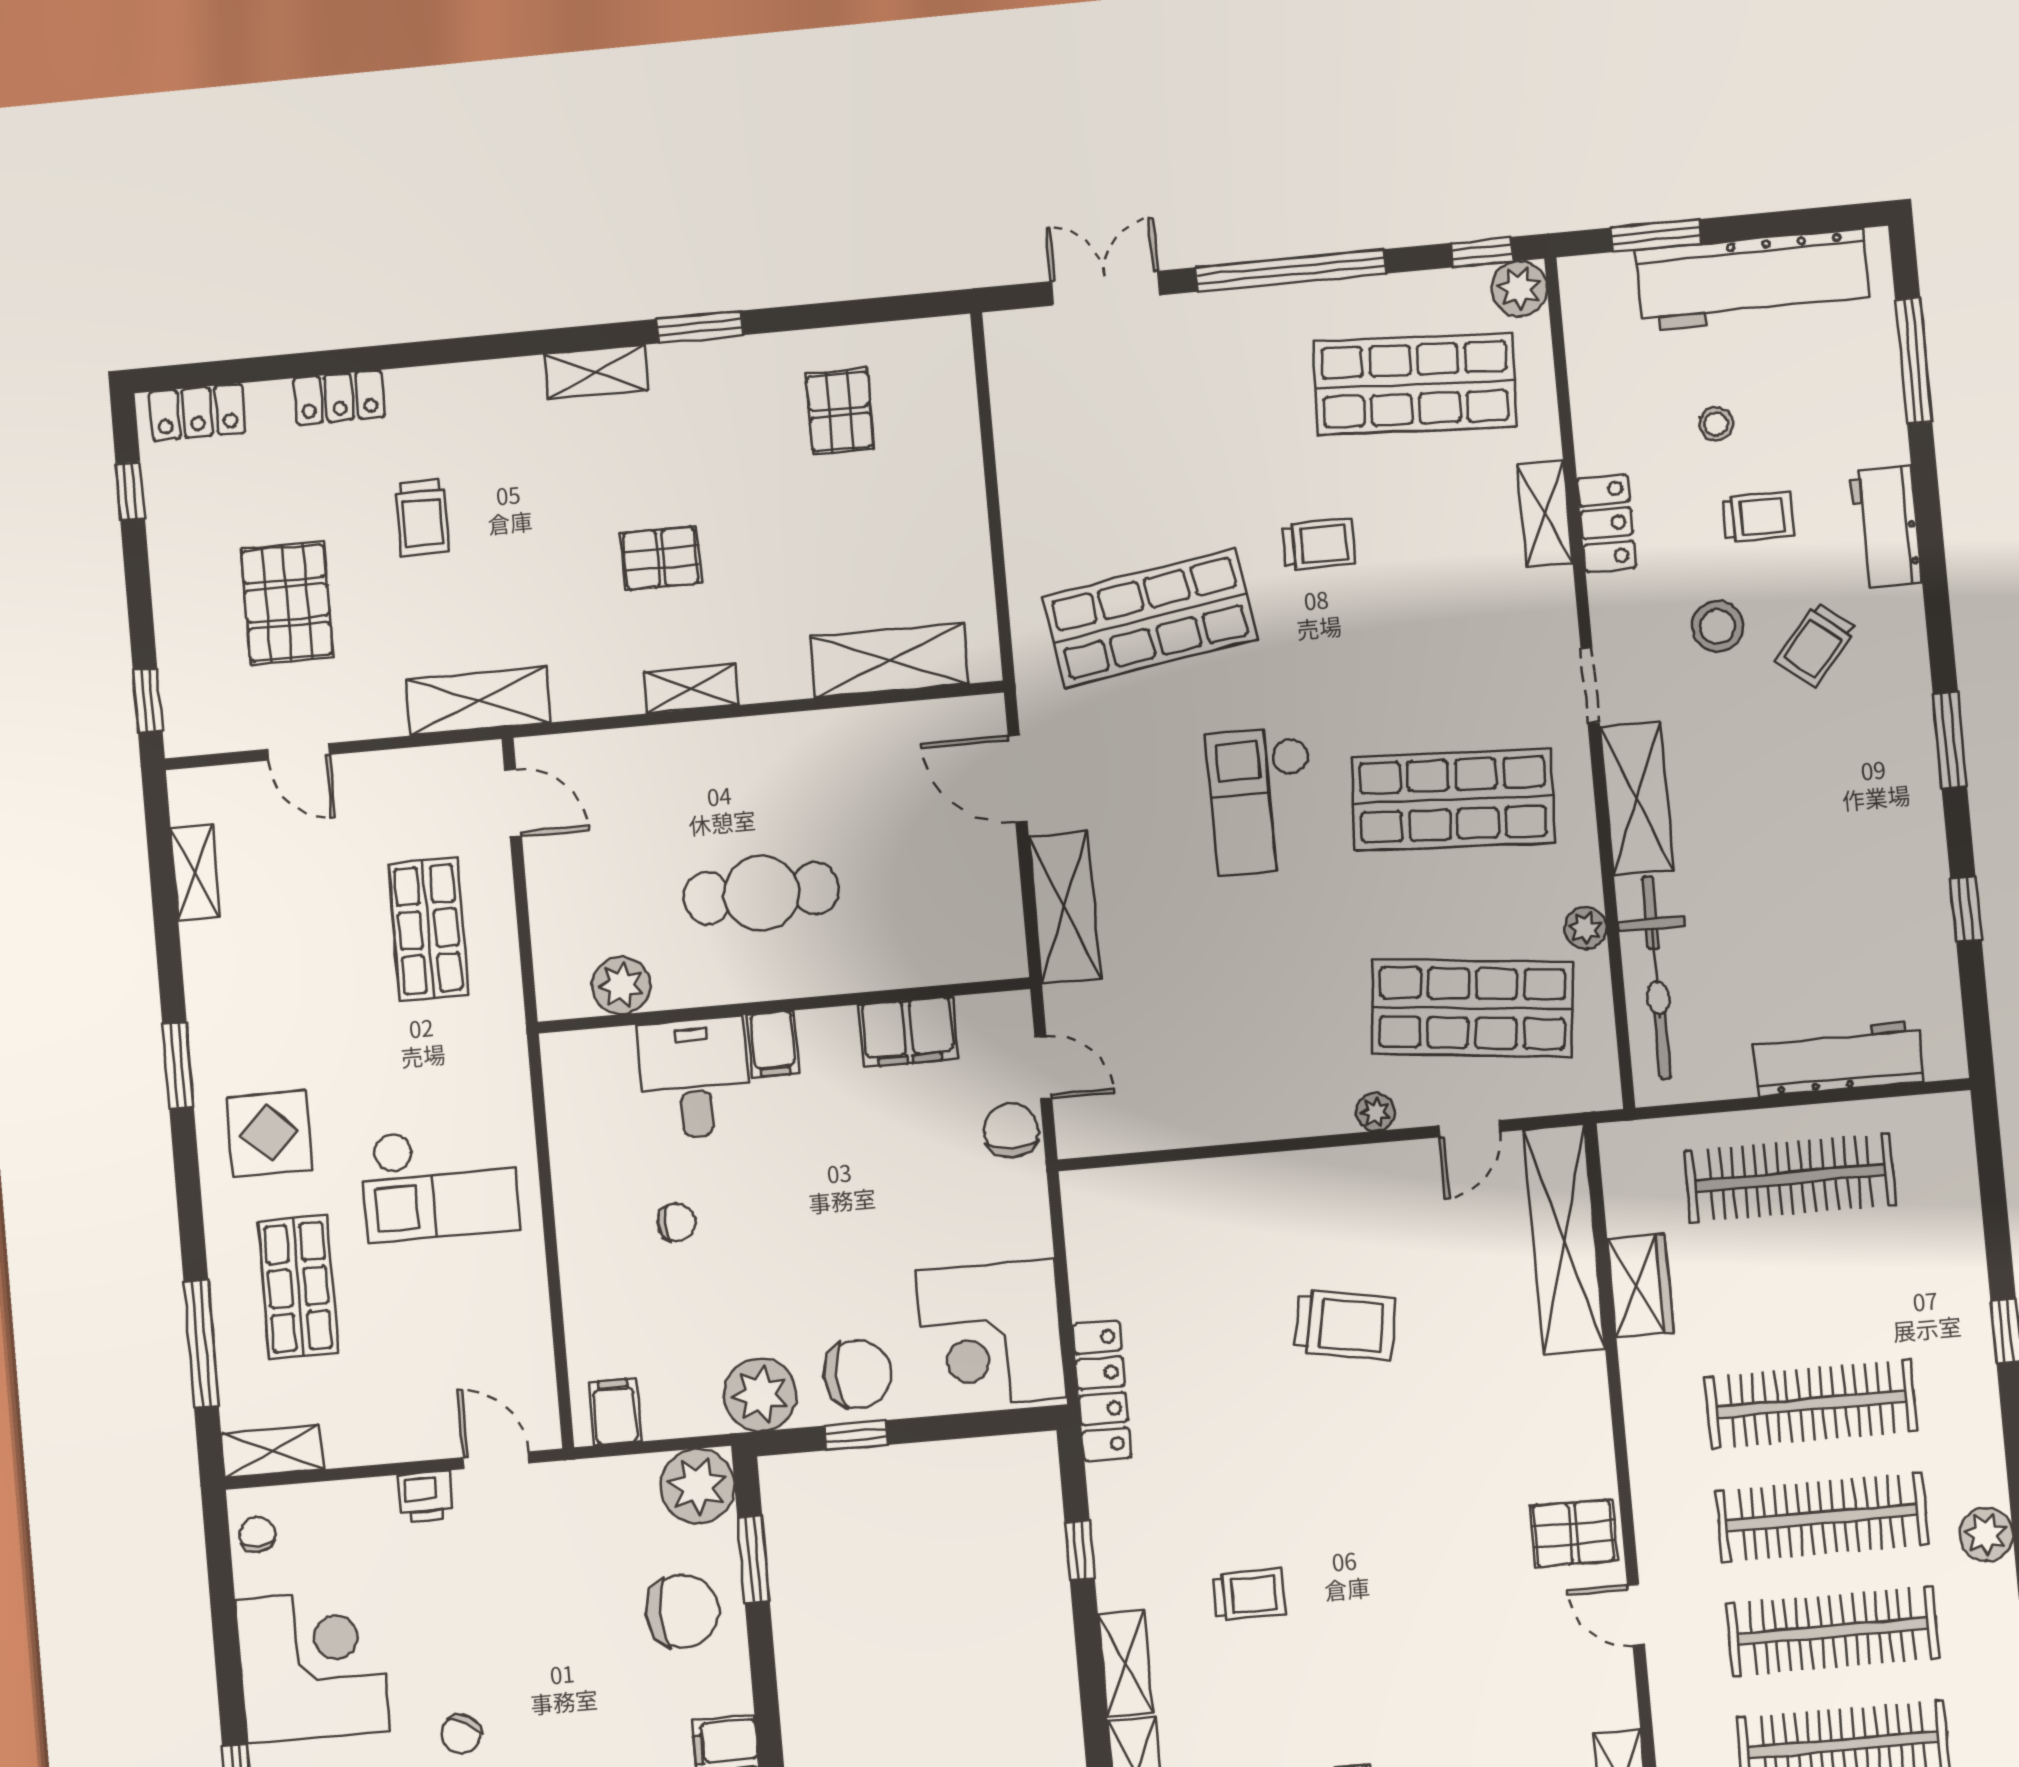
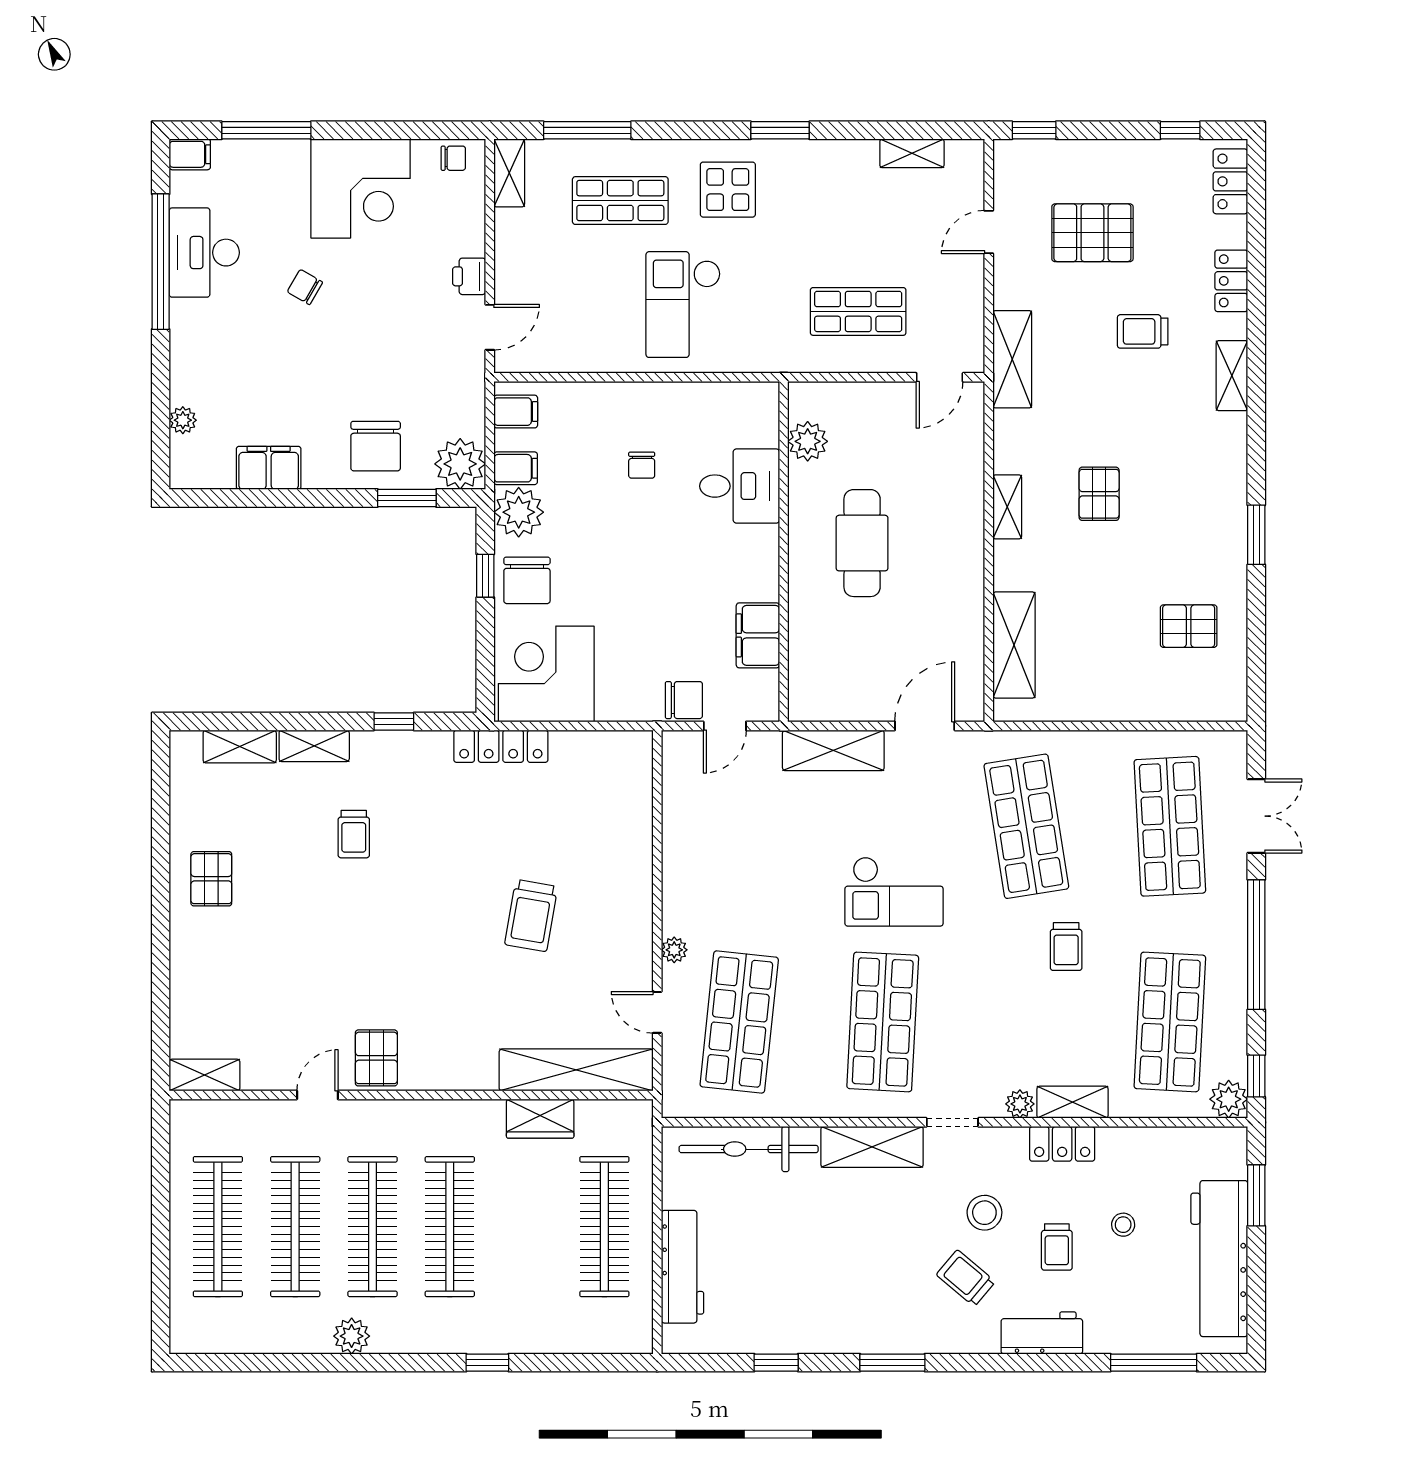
shelving: (596, 372) -> (1232, 376), moved
shop shelf: (1131, 411) -> (1170, 826), added
checkout: (1262, 801) -> (894, 892), turned 180
plant: (1586, 928) -> (1020, 1104), moved
filing cabinet: (773, 1044) -> (516, 468), moved, turned 180

